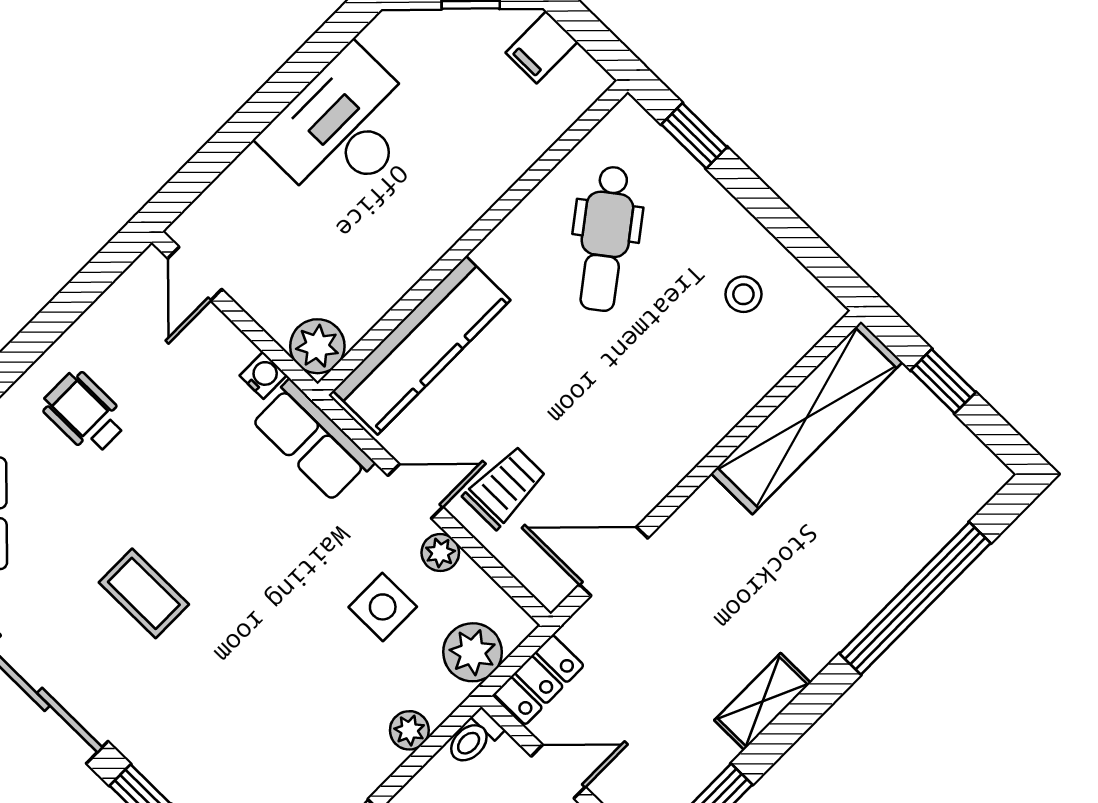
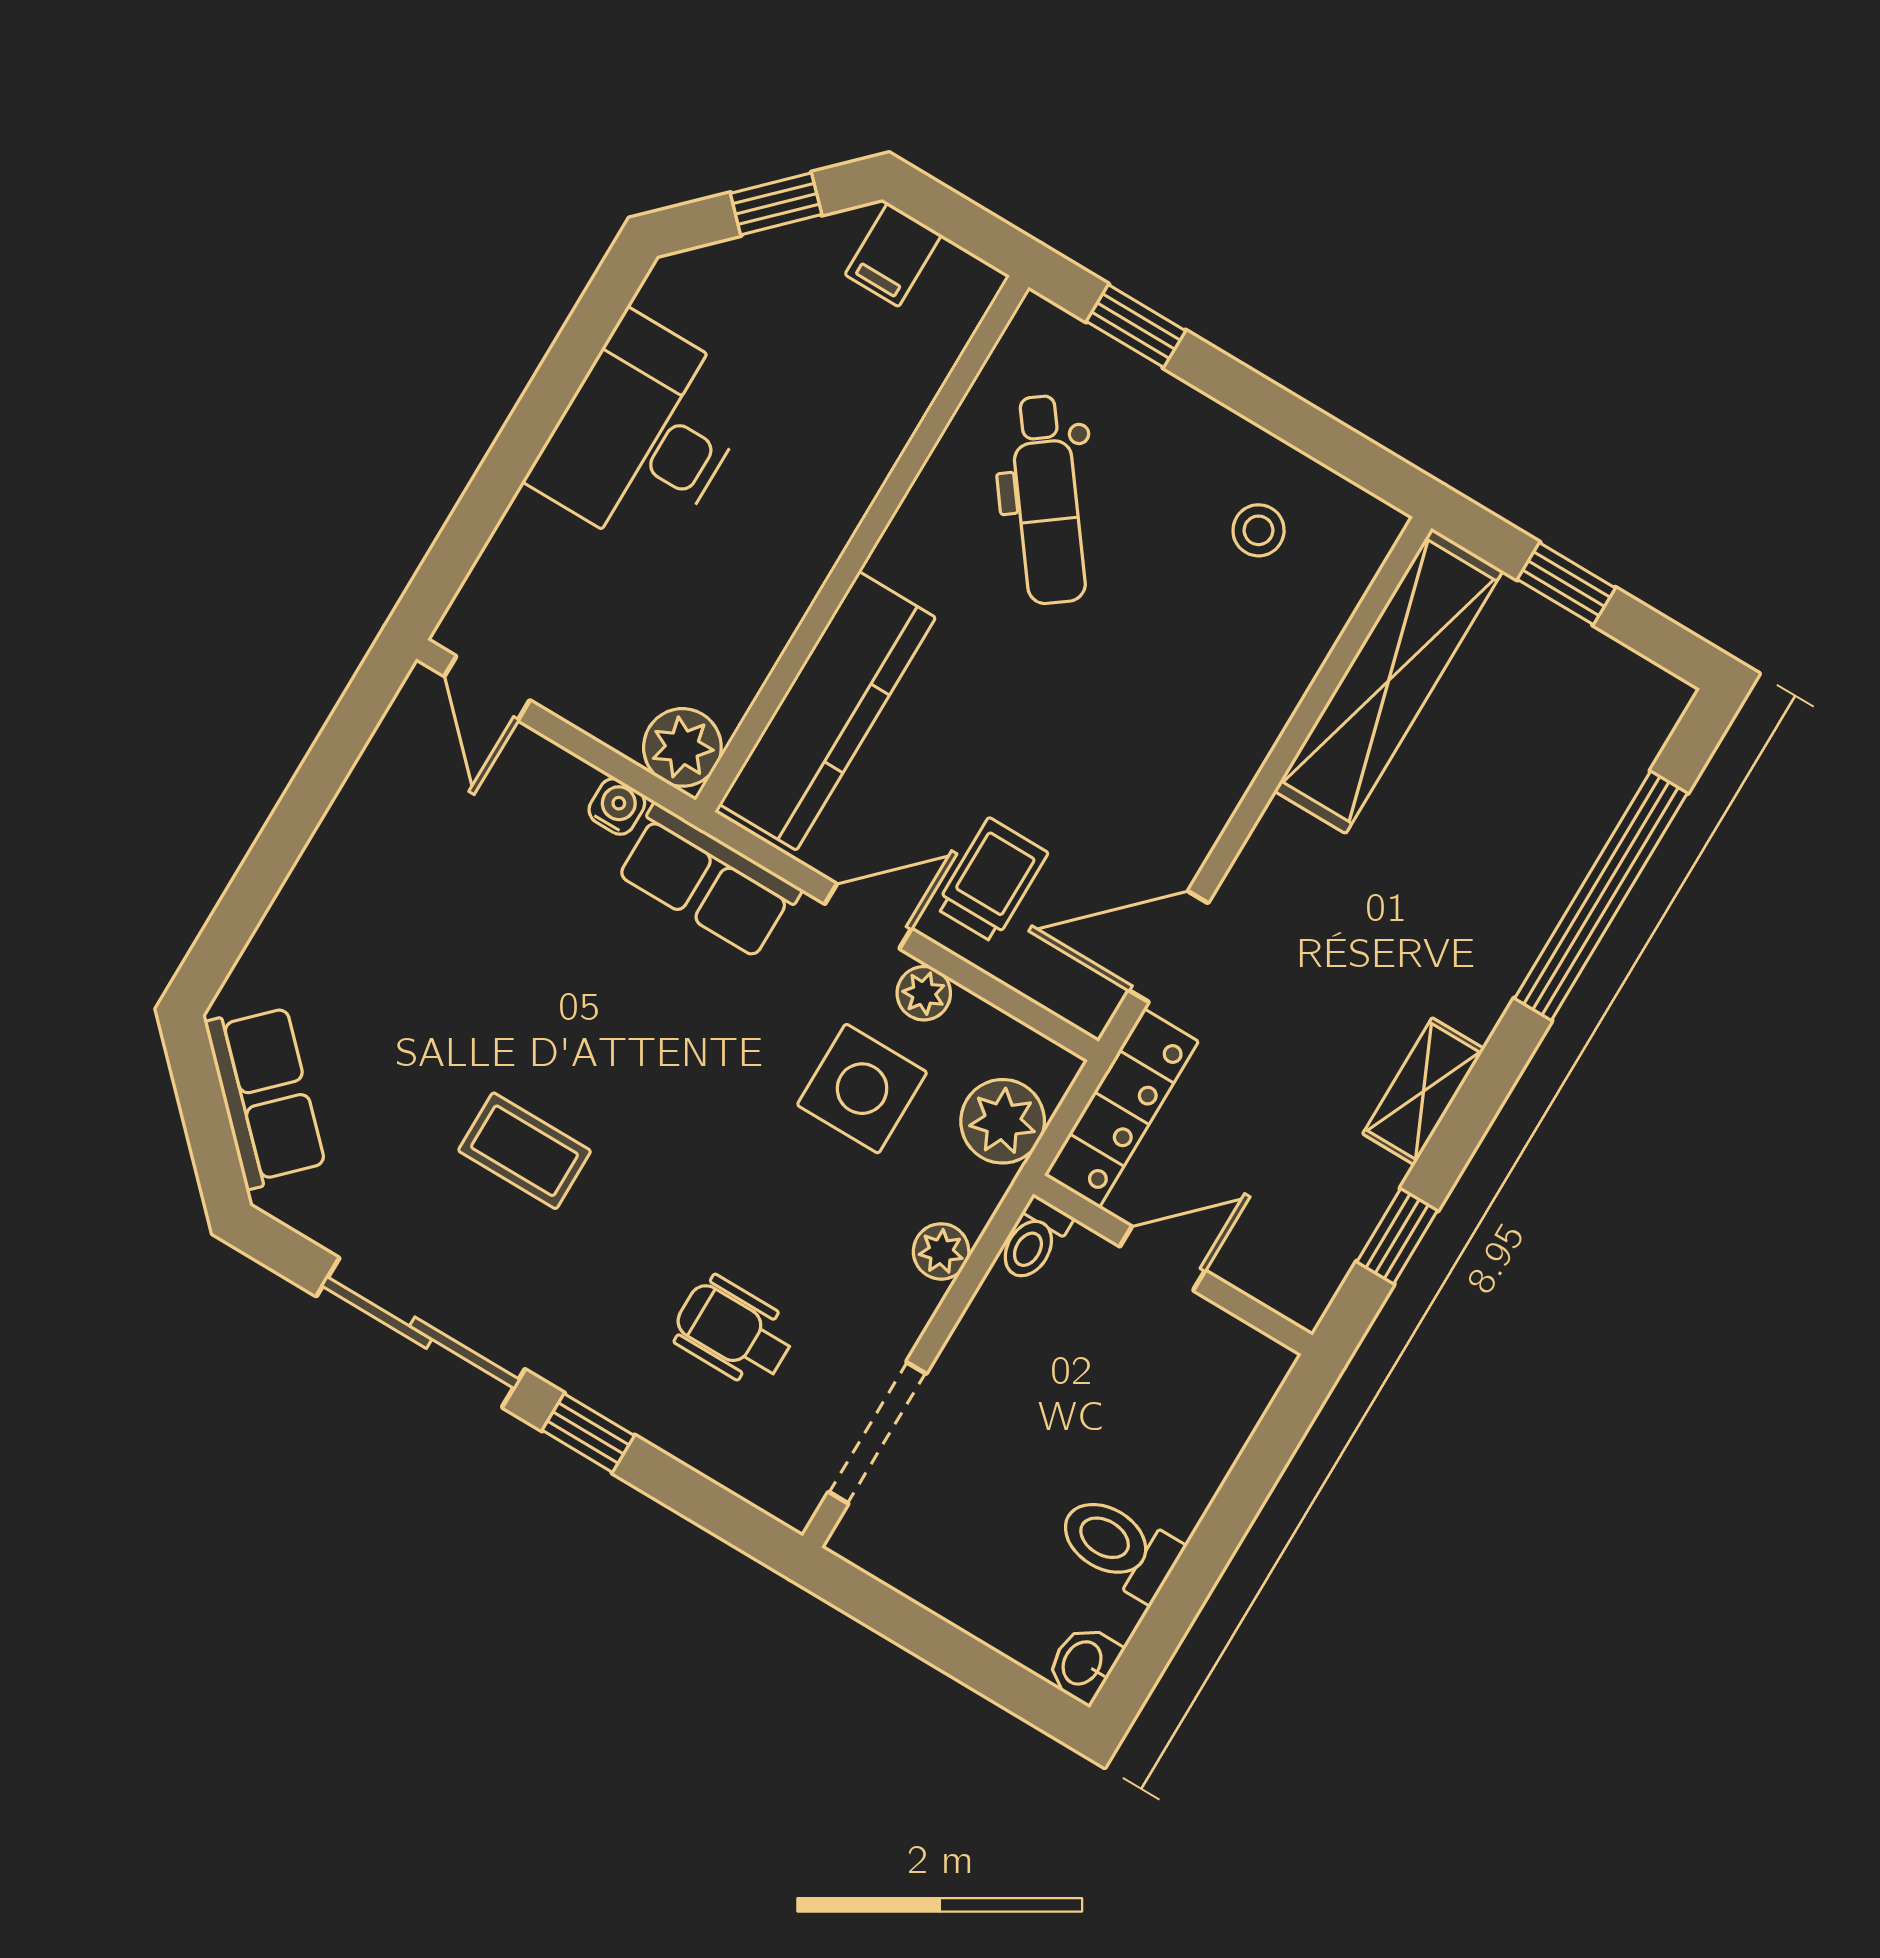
wheelchair: (84, 413) -> (734, 1332), moved
side table: (383, 607) -> (862, 1089), width x1.37, depth x1.37
locker: (539, 680) -> (1121, 1108), width x1.53

